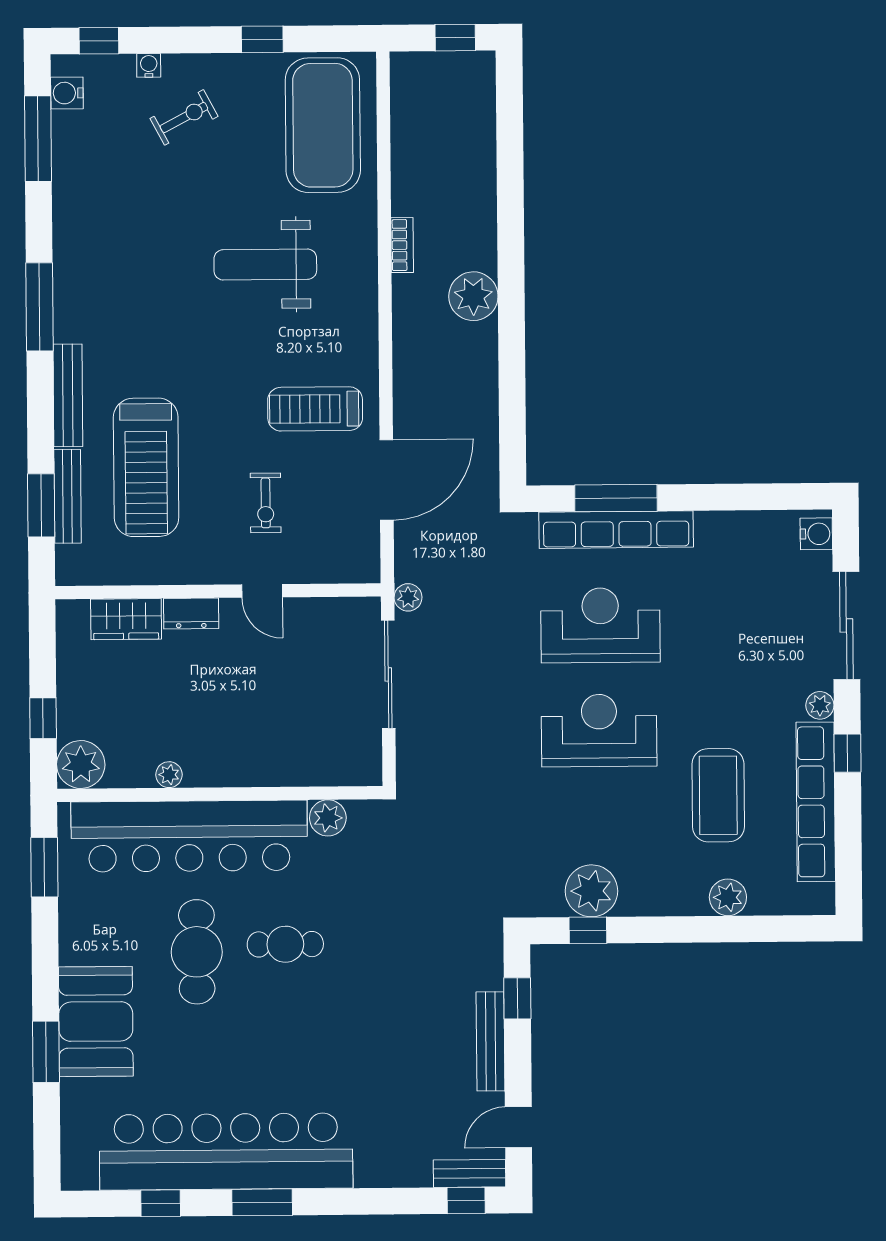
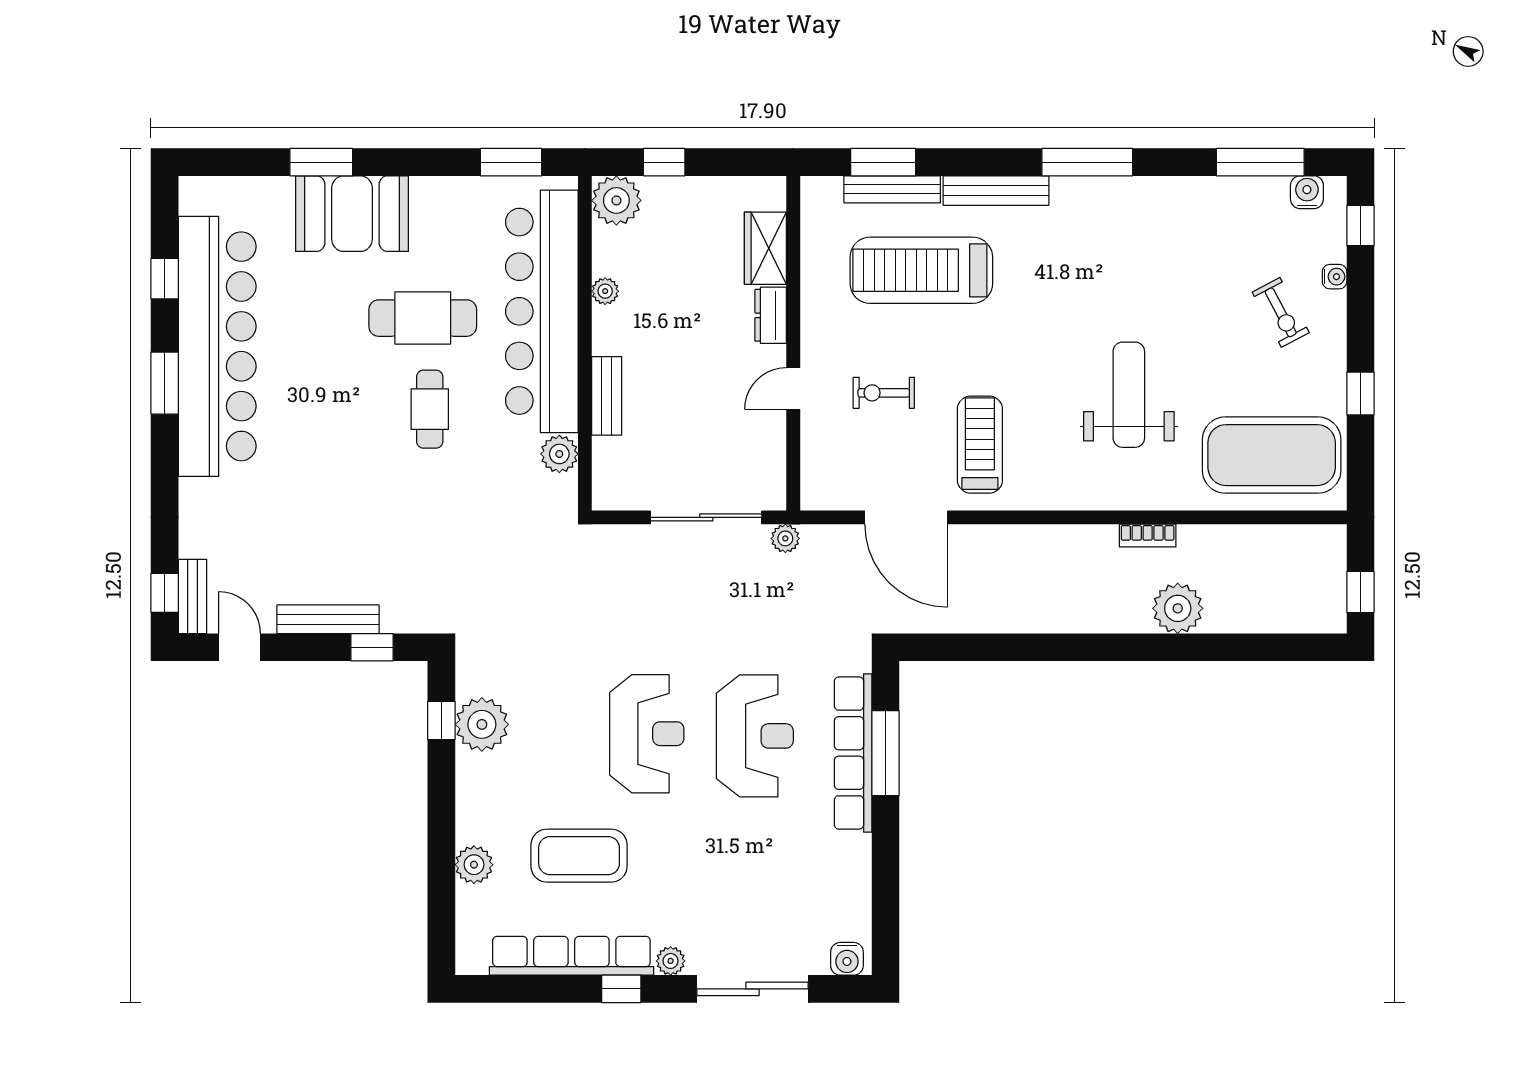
plant: (473, 296) -> (1178, 608), moved
bench: (271, 772) -> (607, 396), added

